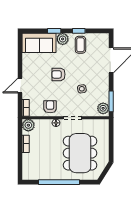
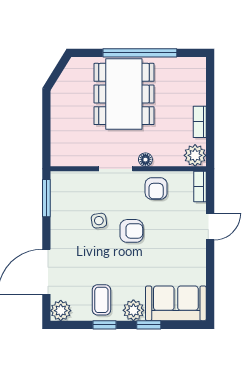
armchair: (58, 74) -> (132, 231), moved
plant: (103, 108) -> (61, 311), moved
dining table: (80, 153) -> (124, 94), moved

